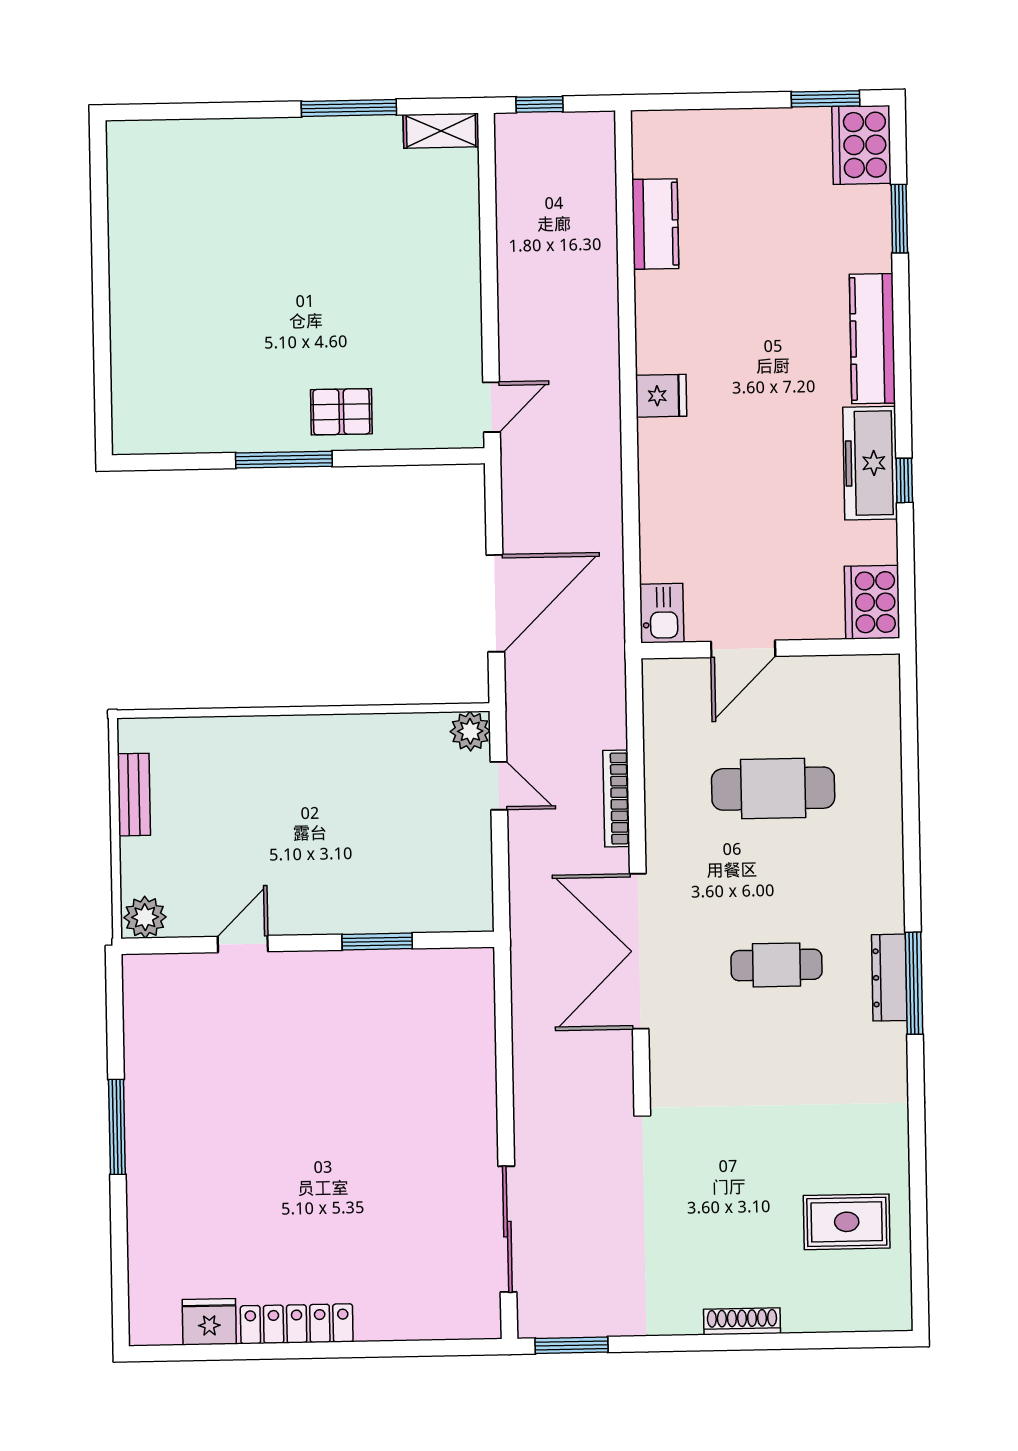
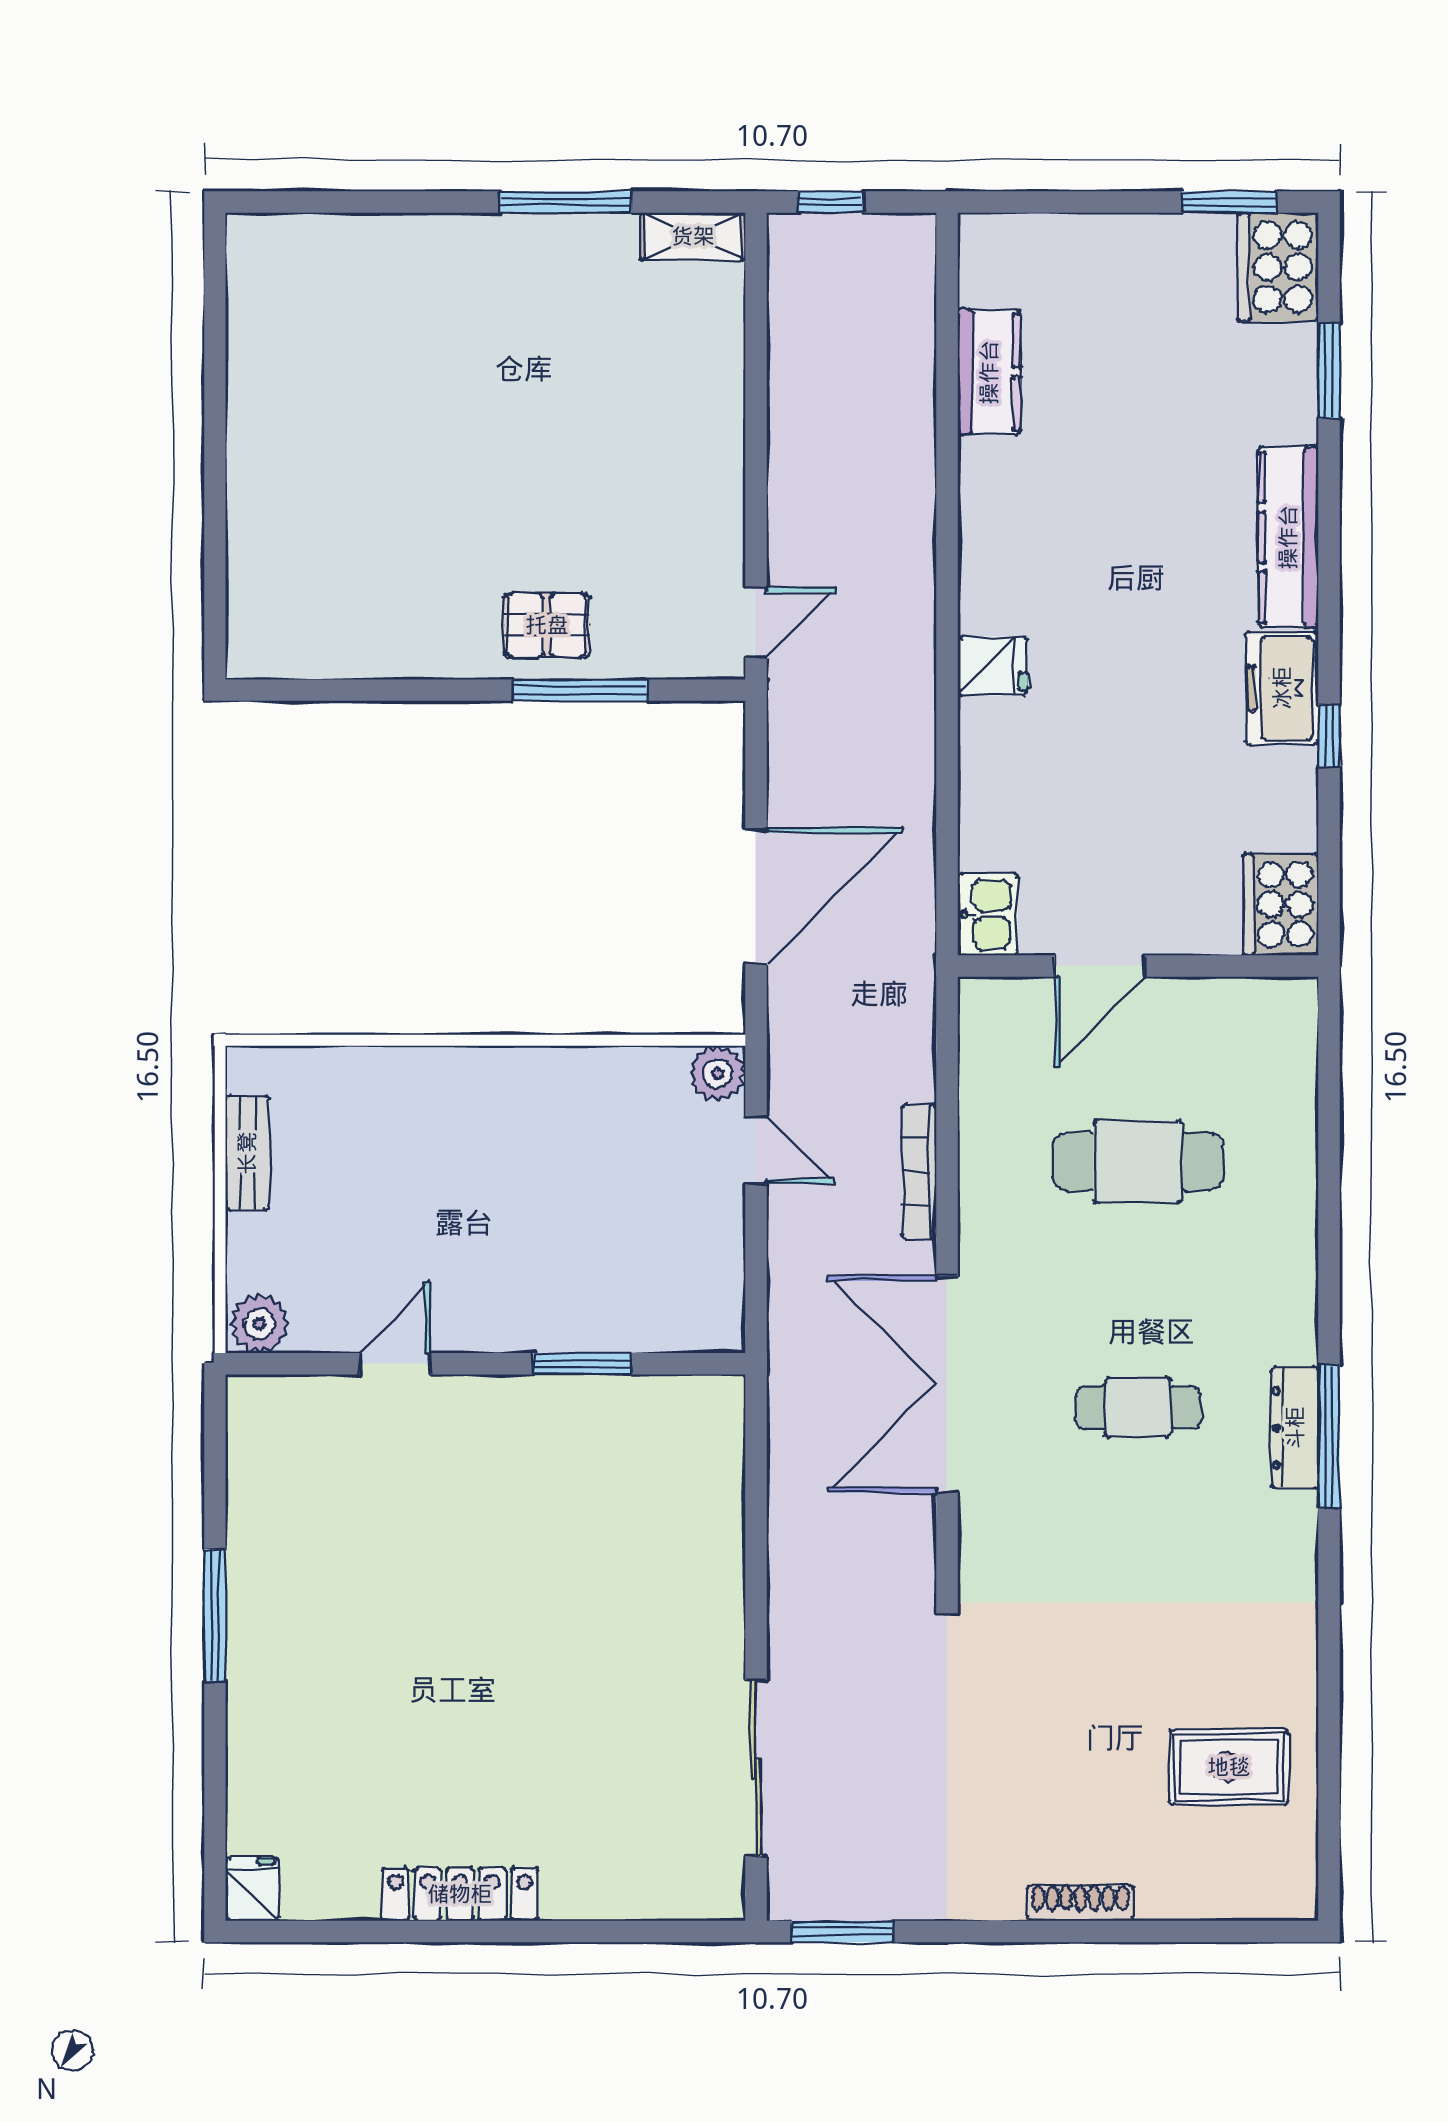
fridge: (661, 396) -> (993, 666), moved
window: (284, 460) -> (580, 690), moved
freezer: (870, 463) -> (1282, 688), width x0.71
fridge: (209, 1322) -> (252, 1889), moved, width x0.72

